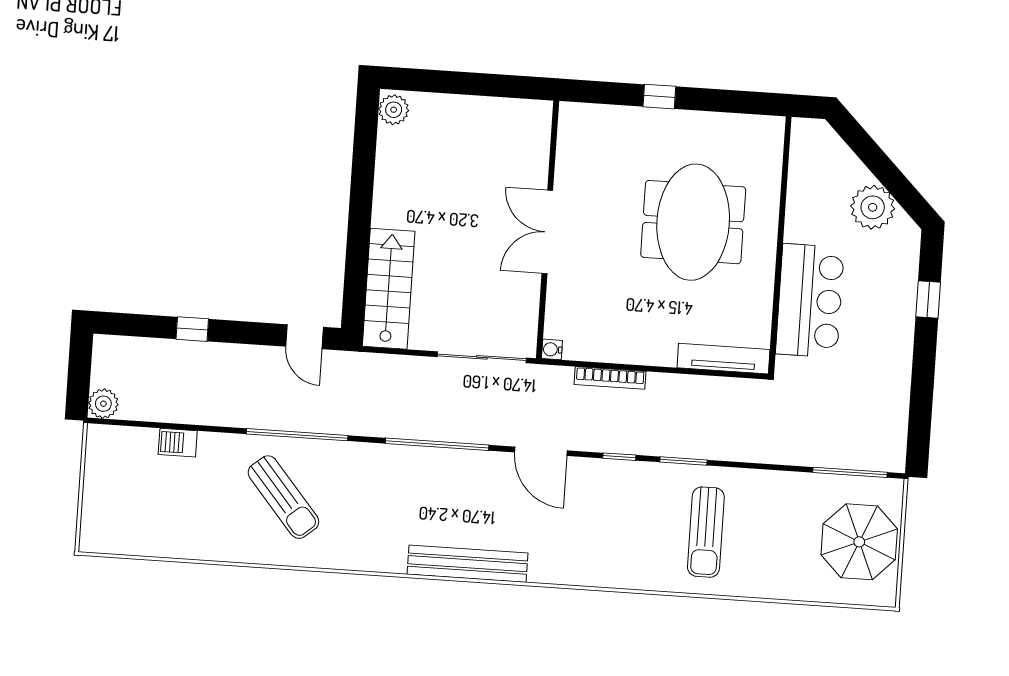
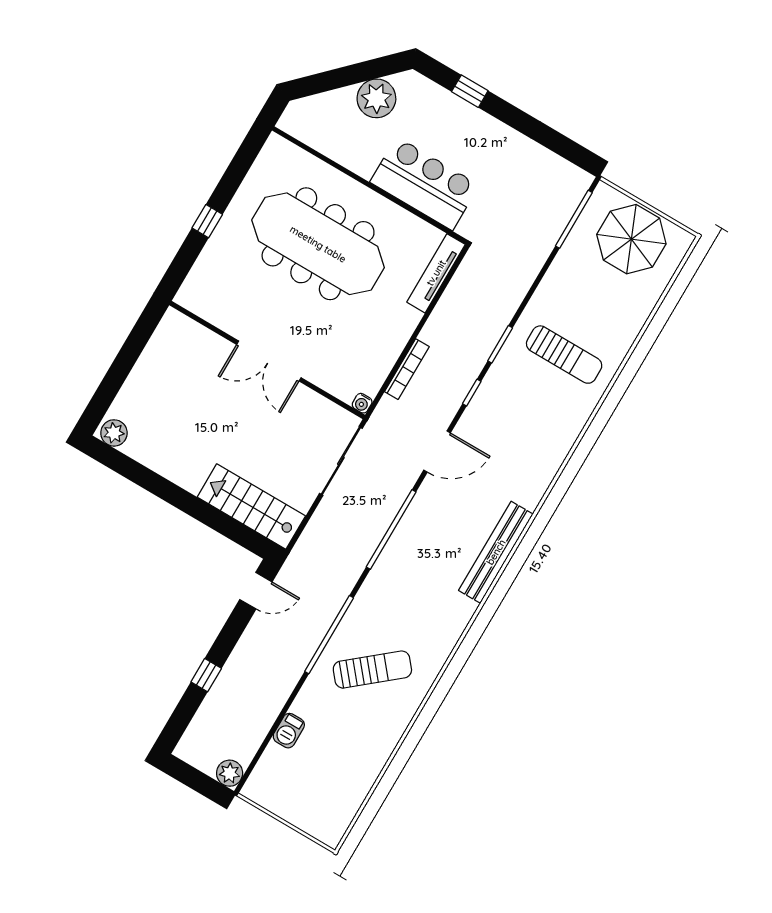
meeting table: (693, 222) -> (318, 244), width x1.36

